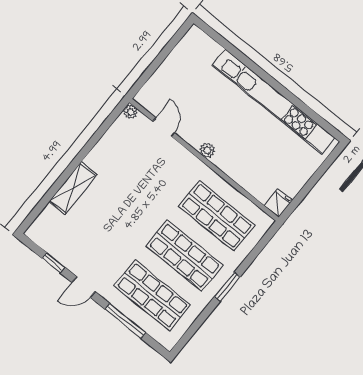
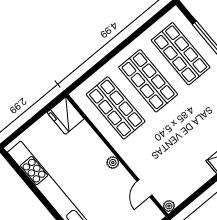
fridge: (278, 203) -> (66, 116), width x1.88, depth x1.34
window: (227, 287) -> (118, 49), removed

